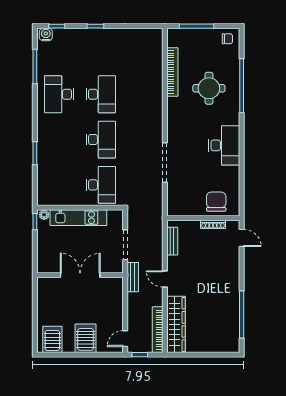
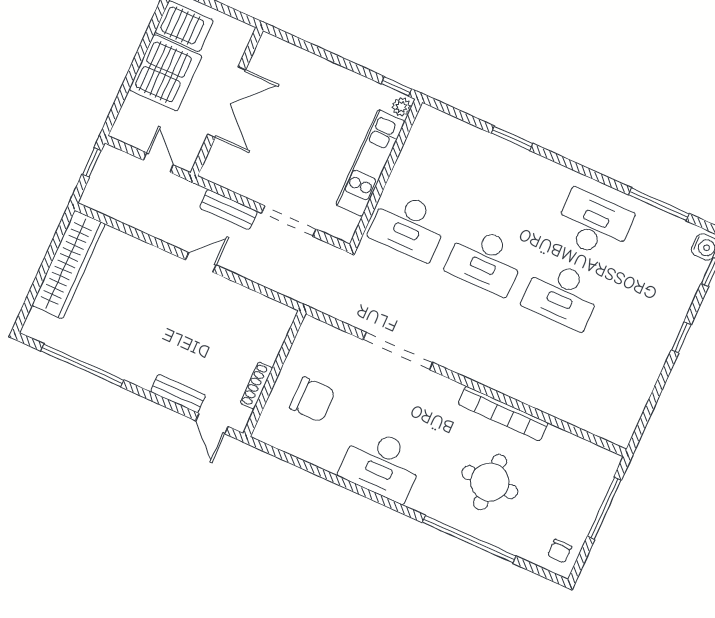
bookcase: (172, 72) -> (503, 413), moved
chair: (216, 202) -> (313, 399), moved
door: (242, 238) -> (212, 424), hinge flipped
bench: (172, 241) -> (178, 393), moved
double door: (80, 275) -> (227, 102), moved
wall: (80, 275) -> (227, 102), moved
wardrobe: (176, 324) -> (69, 265), moved, turned -90
bookcase: (158, 330) -> (120, 212), removed
server rack: (86, 338) -> (165, 73), width x1.60
door: (125, 339) -> (158, 163), moved

